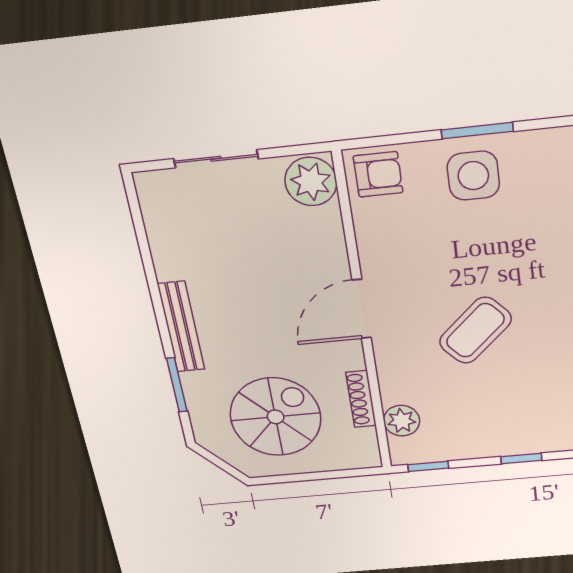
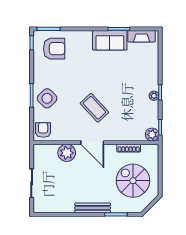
side table: (473, 176) -> (47, 98), turned 45
plant: (311, 182) -> (67, 153), moved
coffee table: (475, 330) -> (94, 108), moved
plant: (402, 421) -> (152, 135), moved
plant: (511, 445) -> (154, 96), added

